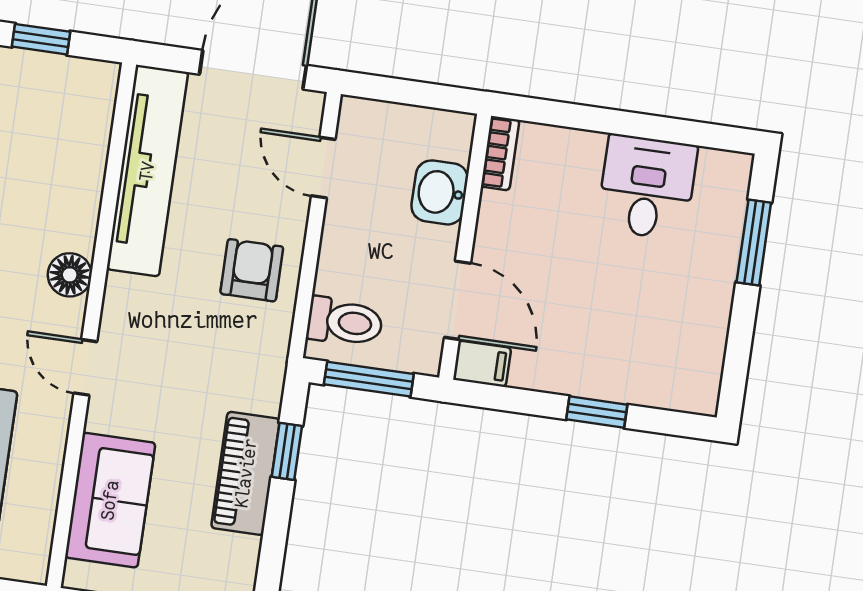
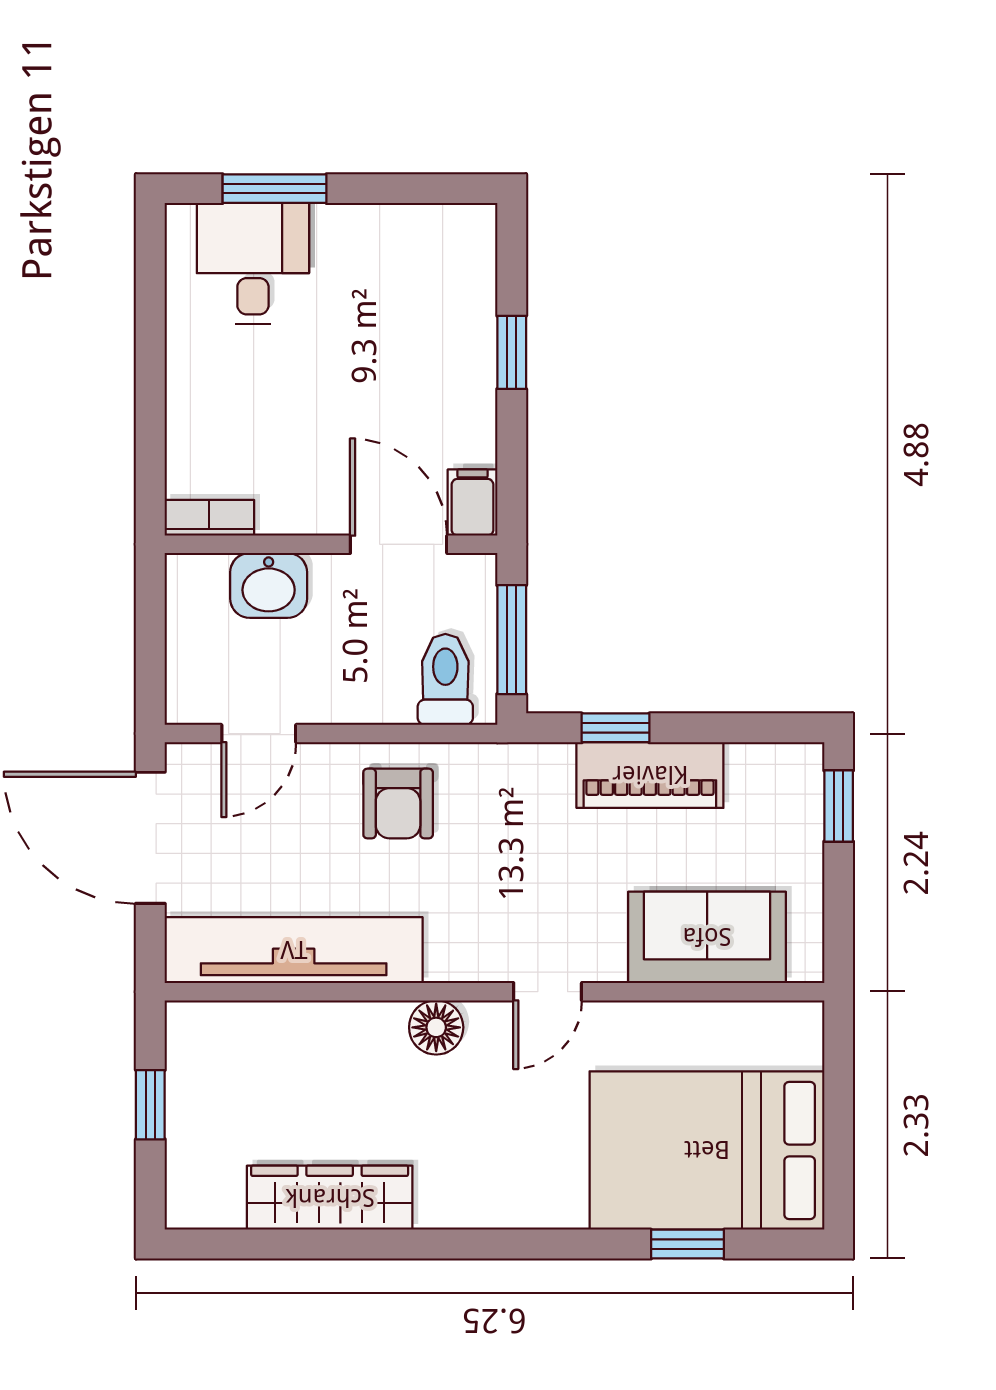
desk: (647, 187) -> (253, 264), moved, turned 90
armchair: (252, 270) -> (398, 804), turned -90
door: (457, 300) -> (399, 544), hinge flipped

